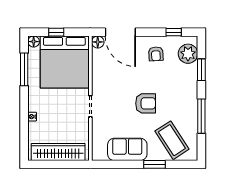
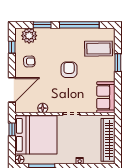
window: (56, 32) -> (12, 129), moved
floor lamp: (98, 42) -> (43, 108), moved
window: (201, 116) -> (79, 25), width x1.46
coffee table: (172, 140) -> (98, 49), turned 32
sofa: (127, 149) -> (106, 97), moved

